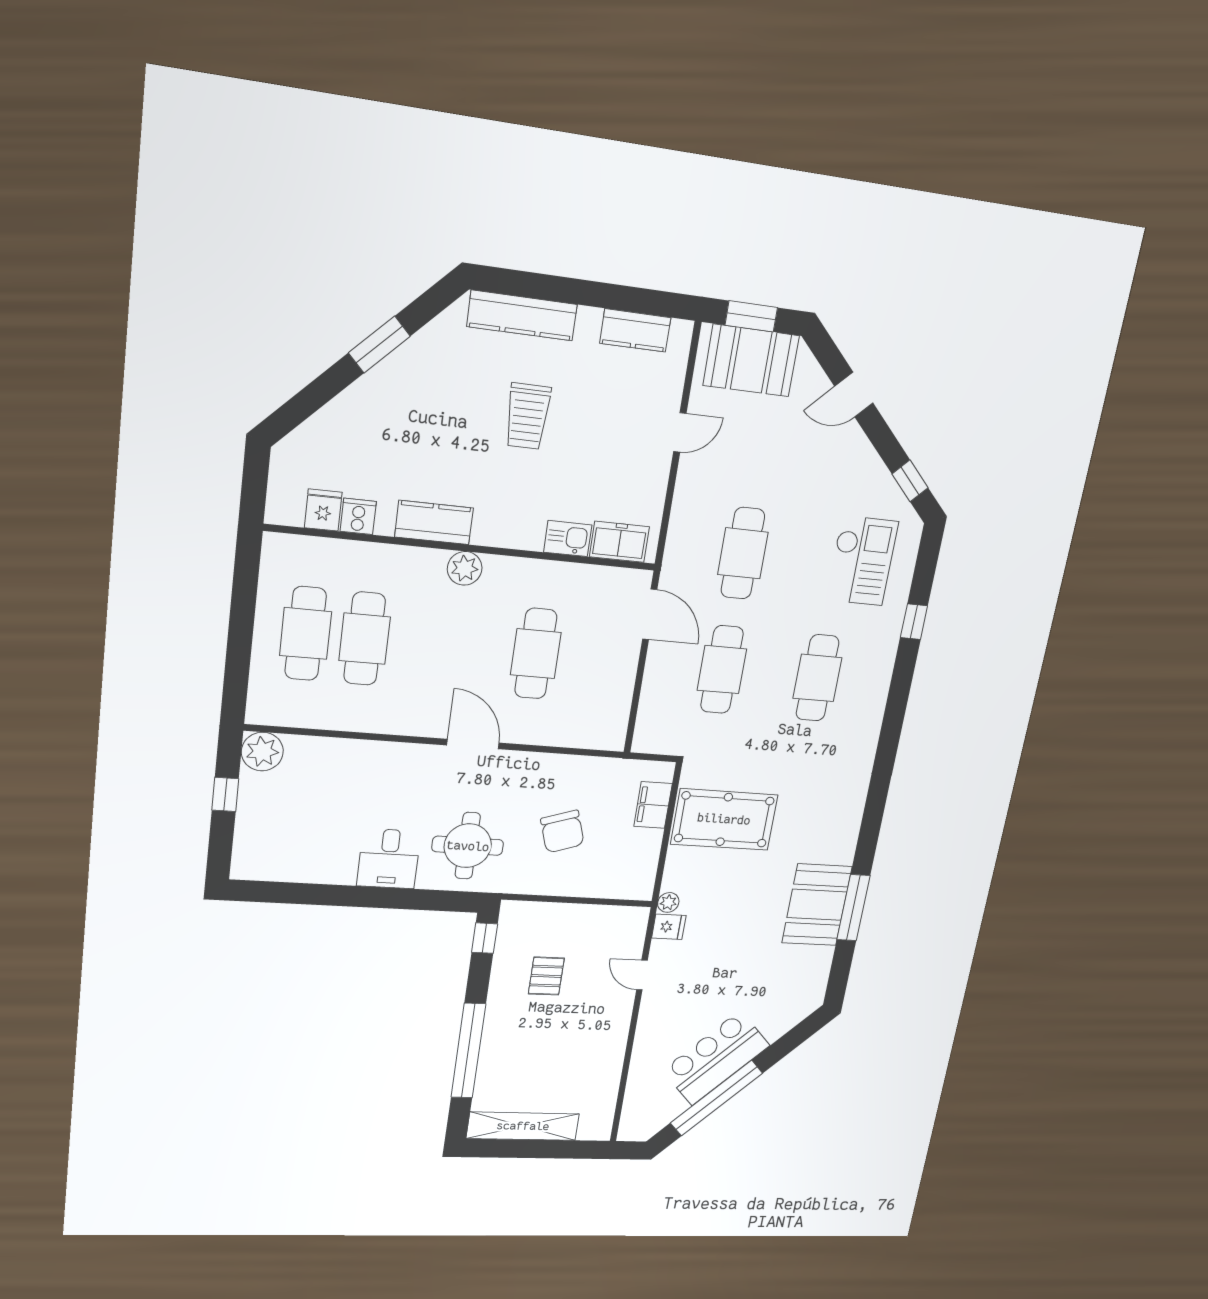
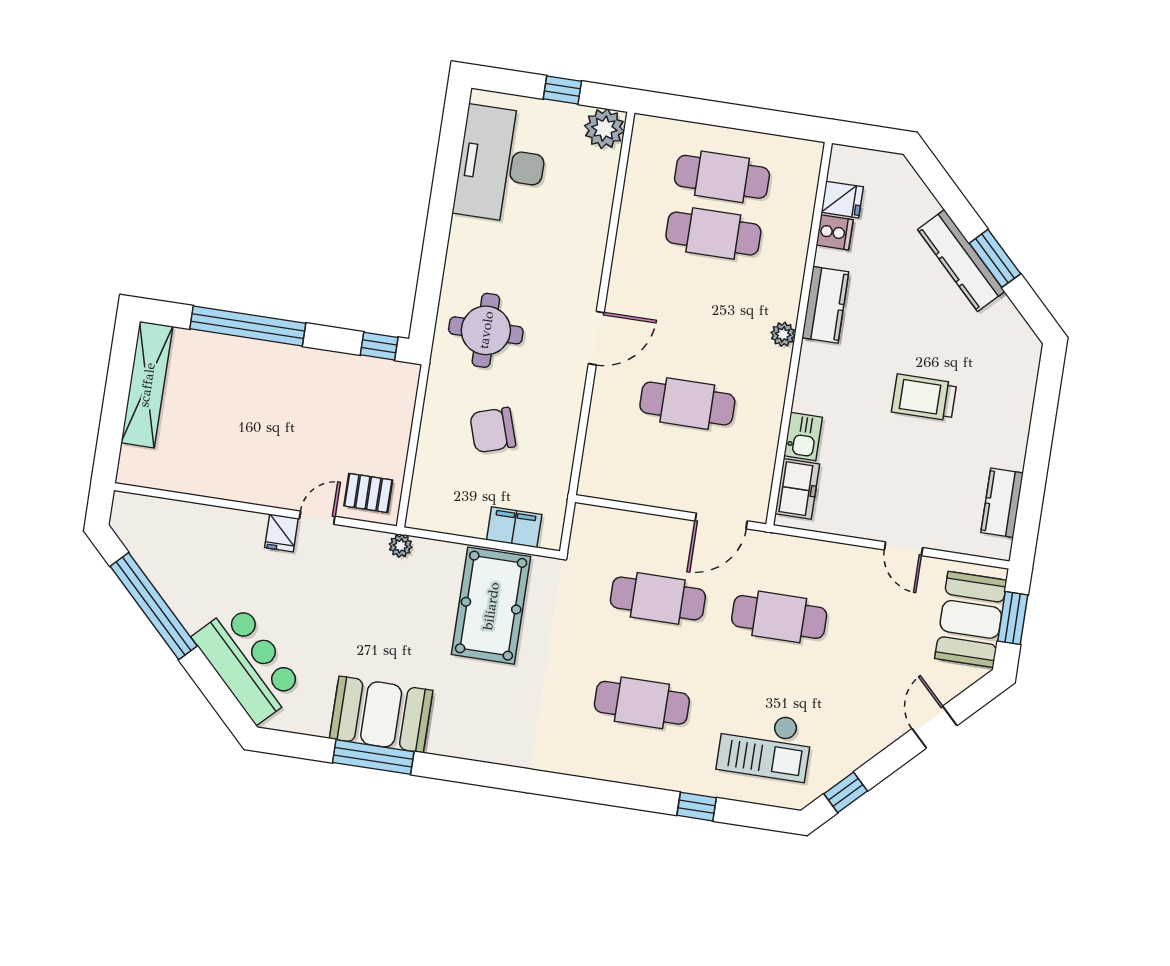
kitchen counter: (522, 316) -> (961, 261), moved, turned -45
plant: (465, 568) -> (783, 334), width x0.73, depth x0.73
desk: (389, 859) -> (501, 165), moved, width x1.87, depth x1.30
fridge: (669, 927) -> (281, 533), moved
pallet: (546, 976) -> (368, 493), moved
bar counter: (716, 1058) -> (248, 663), moved

